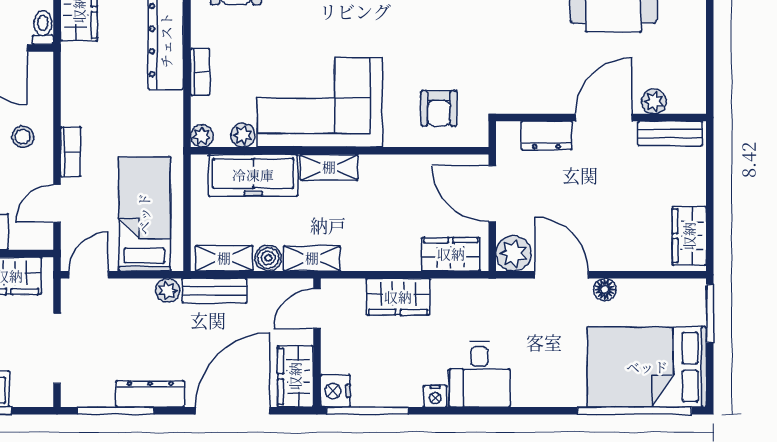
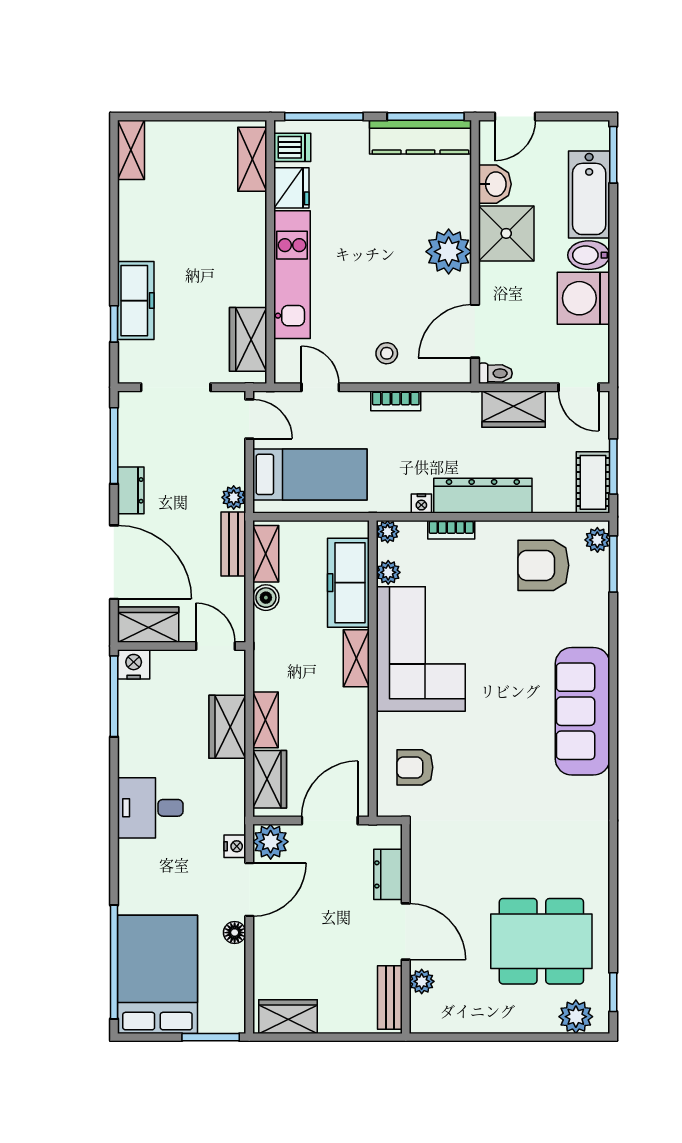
nightstand: (174, 102) -> (421, 504), added
bookcase: (71, 152) -> (396, 401), moved
shelving: (312, 258) -> (266, 720), moved
dresser: (150, 394) -> (131, 490), width x0.70
nightstand: (435, 396) -> (235, 846), moved, turned 180

